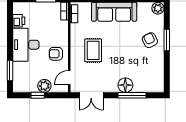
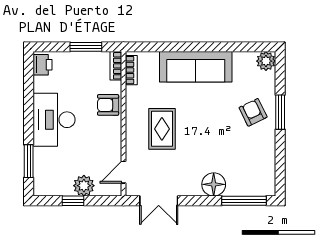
printer: (19, 21) -> (43, 65), moved
armchair: (56, 54) -> (108, 105), moved
window: (132, 95) -> (244, 201), moved

